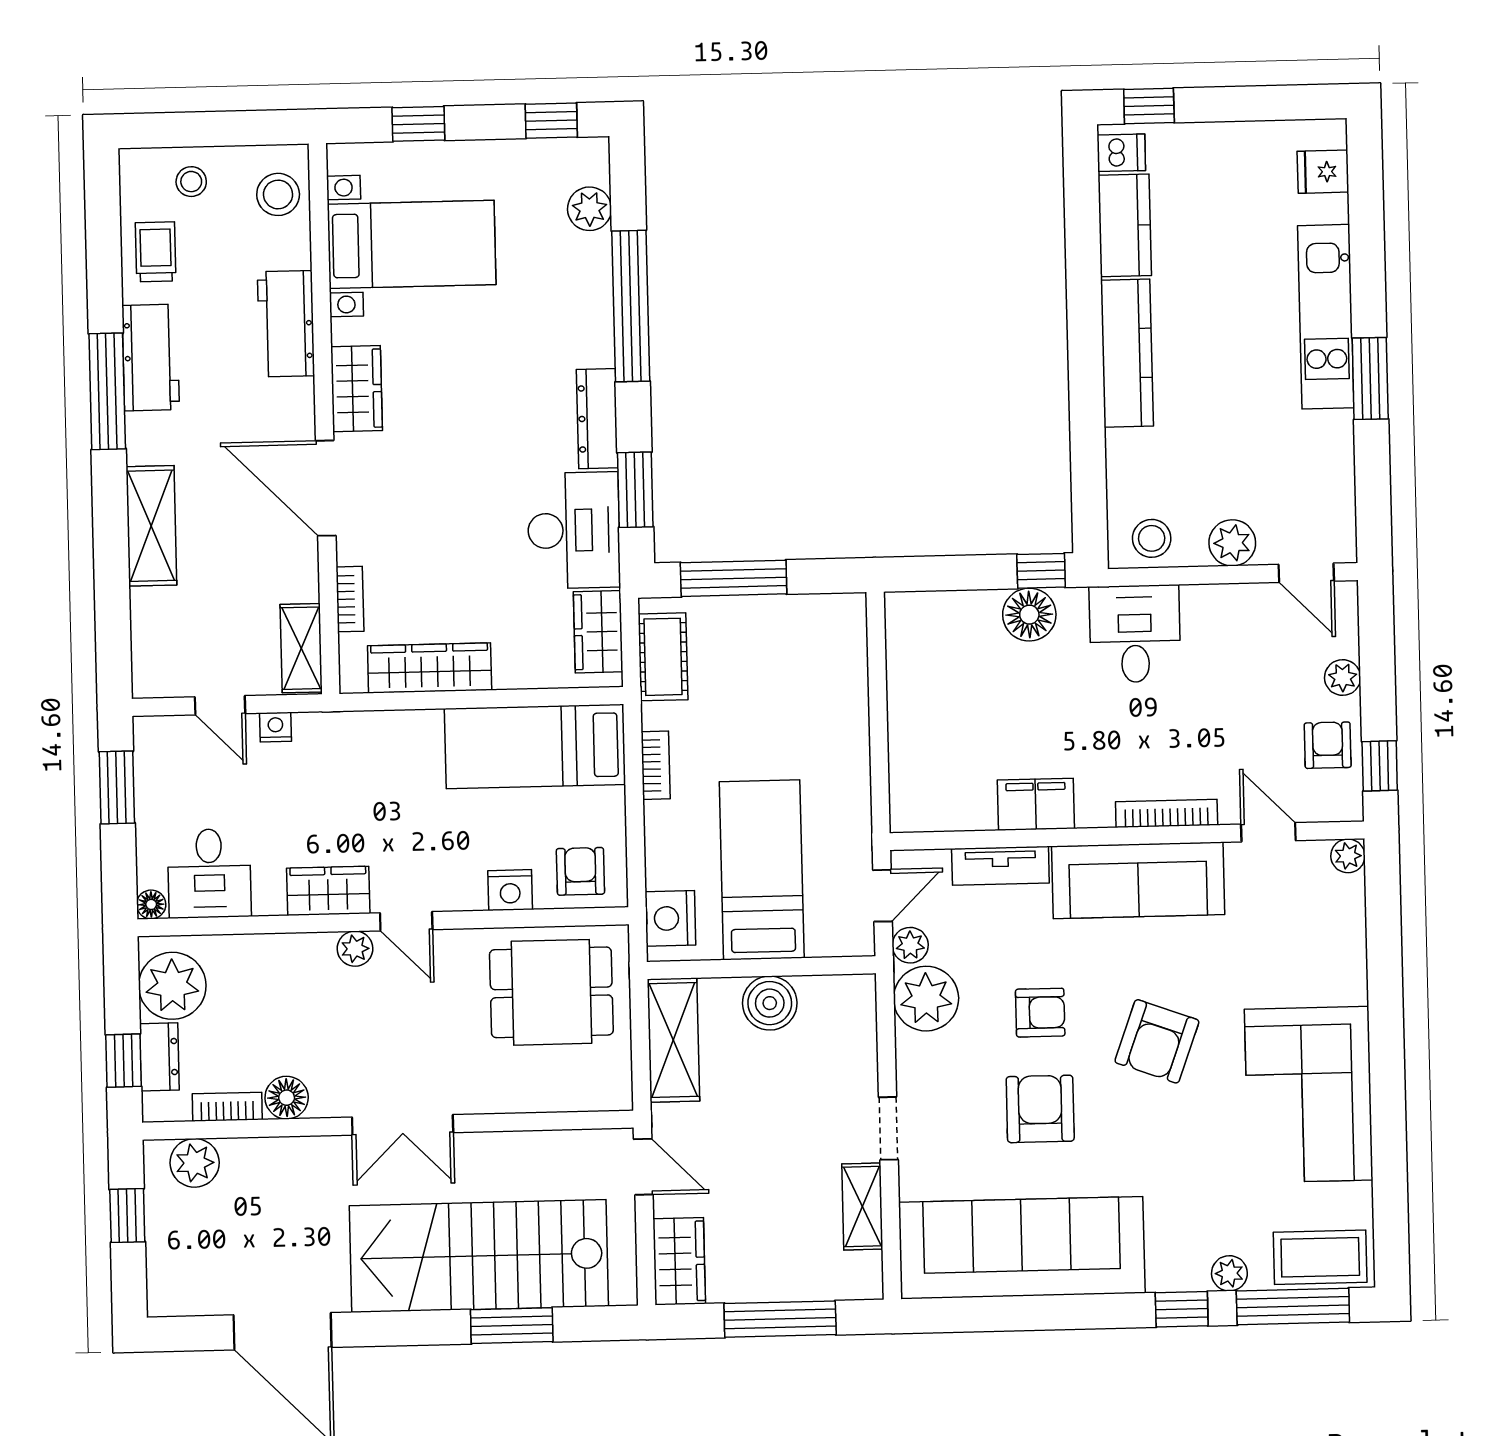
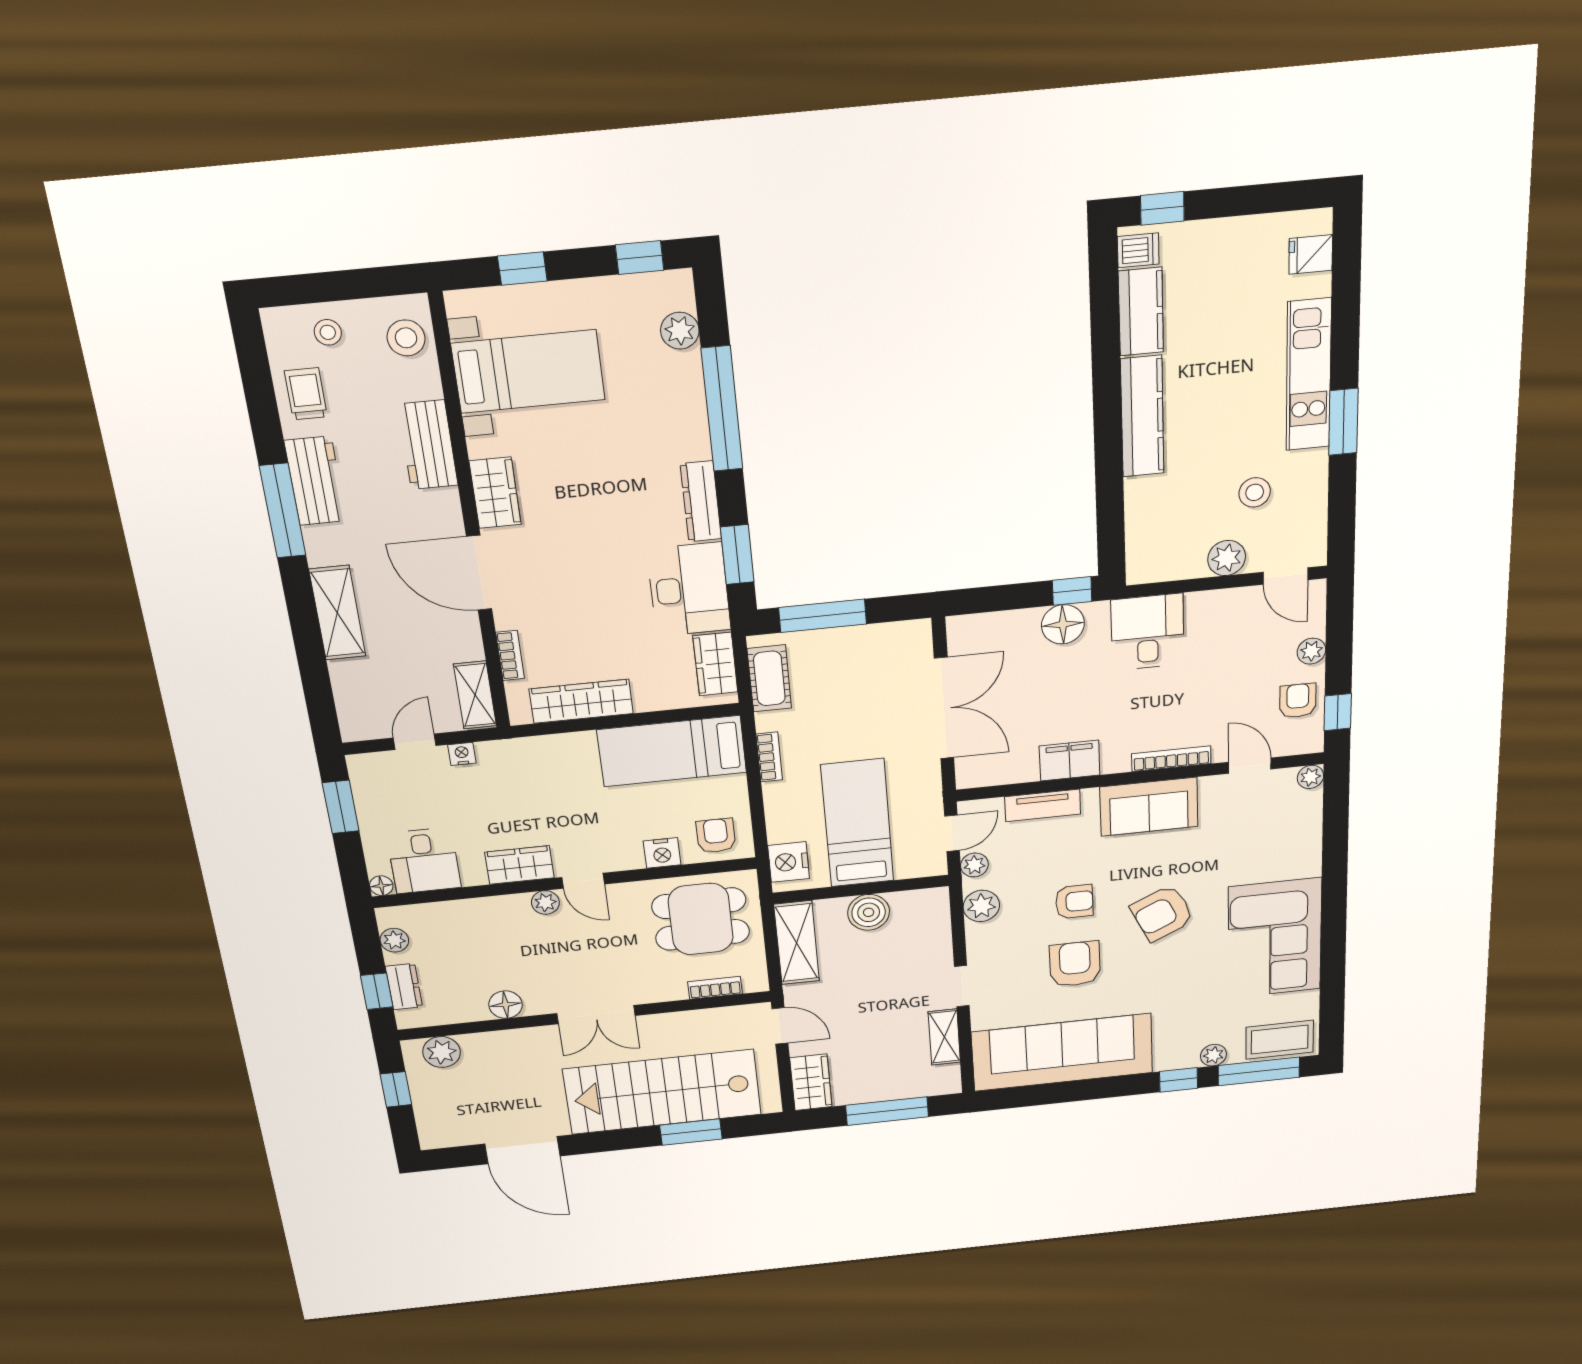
stool: (1152, 538) -> (1255, 492), moved
door: (220, 705) -> (415, 742), swing flipped
double door: (878, 717) -> (944, 708), added
sofa: (1138, 880) -> (1149, 807), width x0.73
plant: (172, 986) -> (394, 940), width x0.53, depth x0.53
plant: (926, 999) -> (981, 906), width x0.73, depth x0.73
armchair: (1157, 1041) -> (1162, 913), turned 45
bookcase: (227, 1107) -> (715, 988), moved

